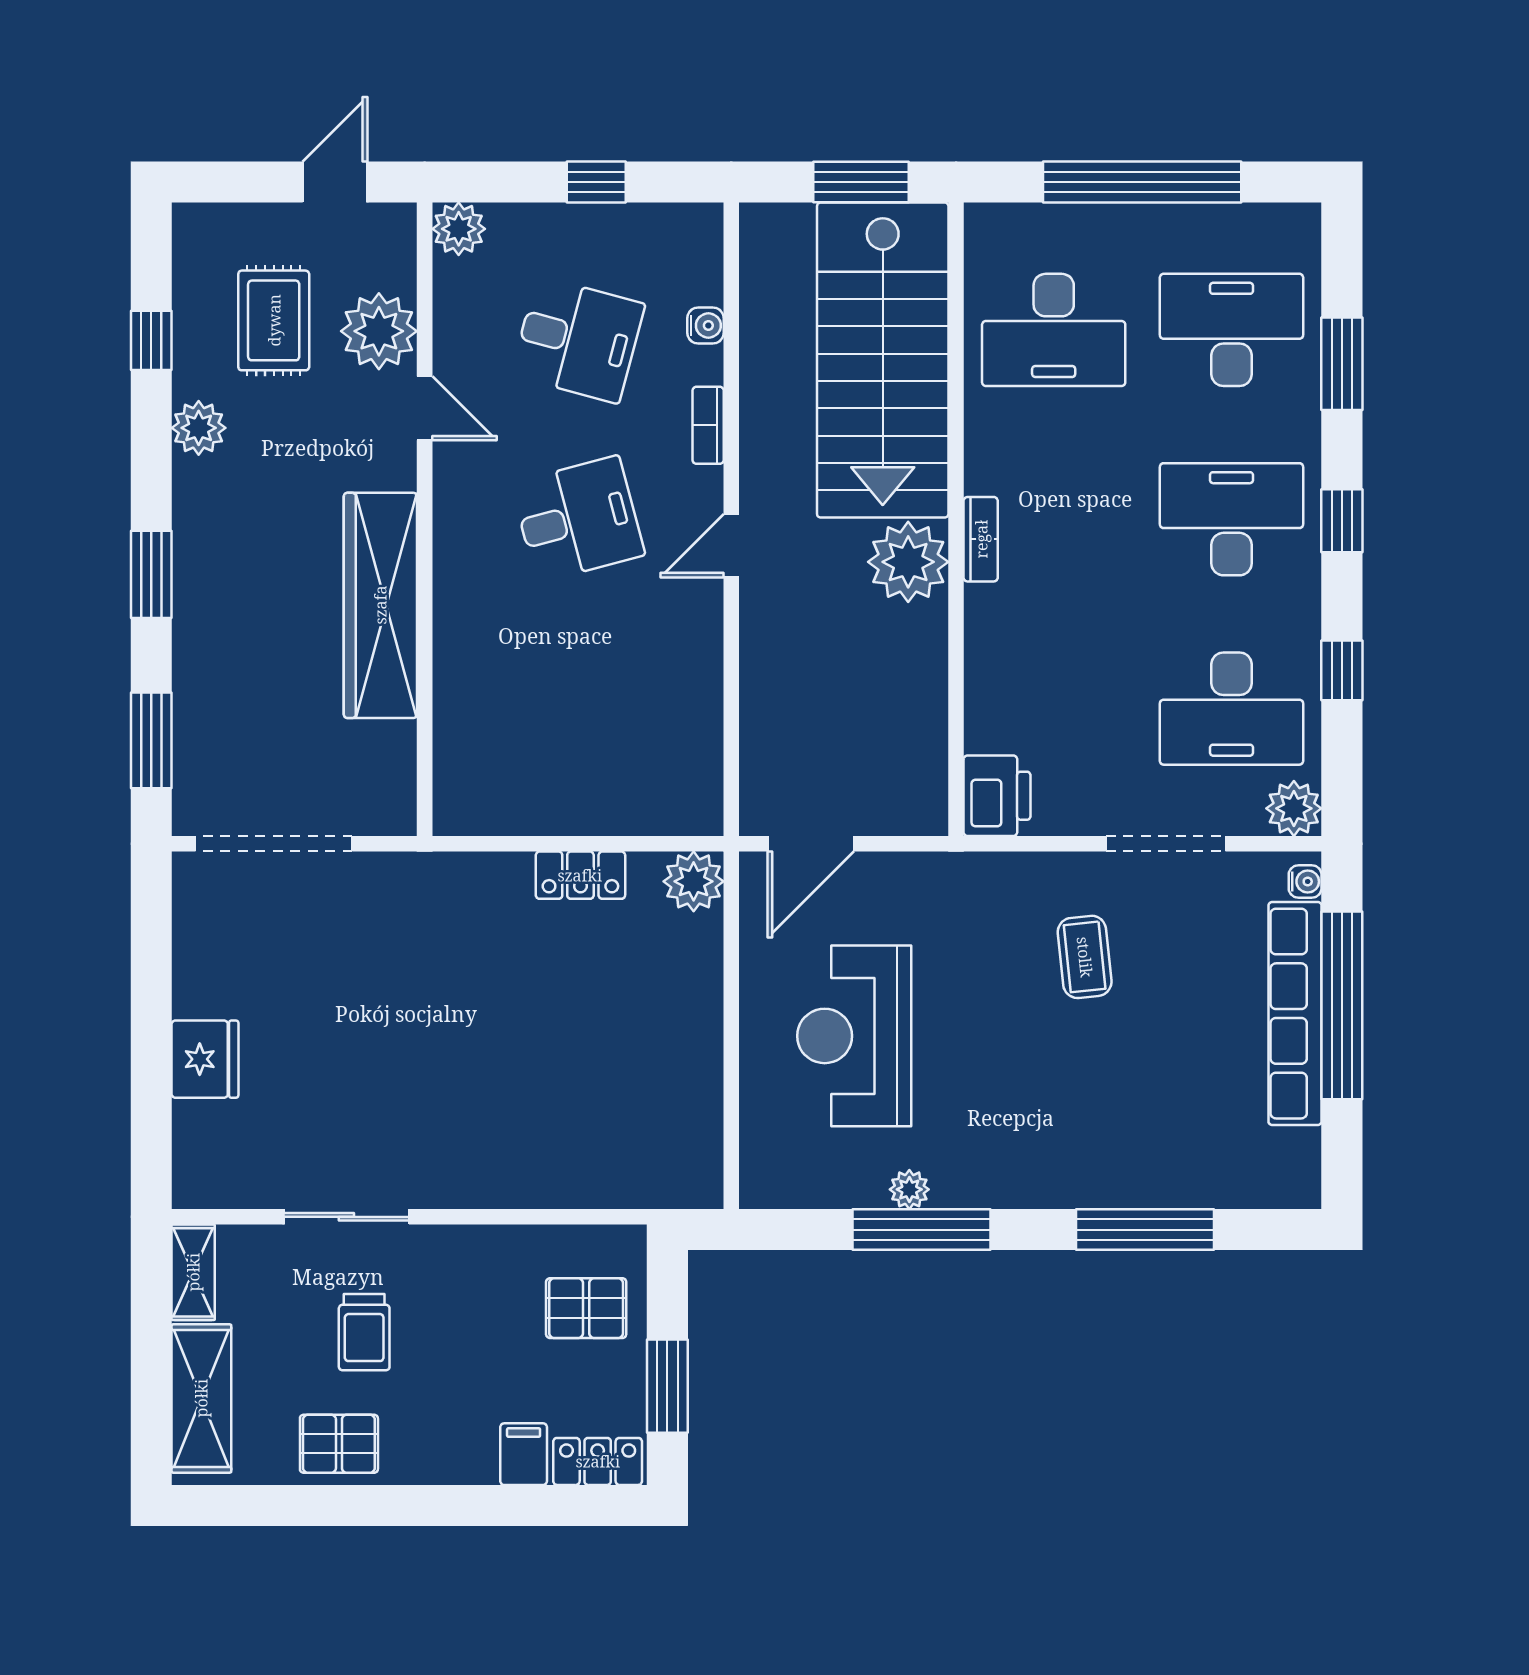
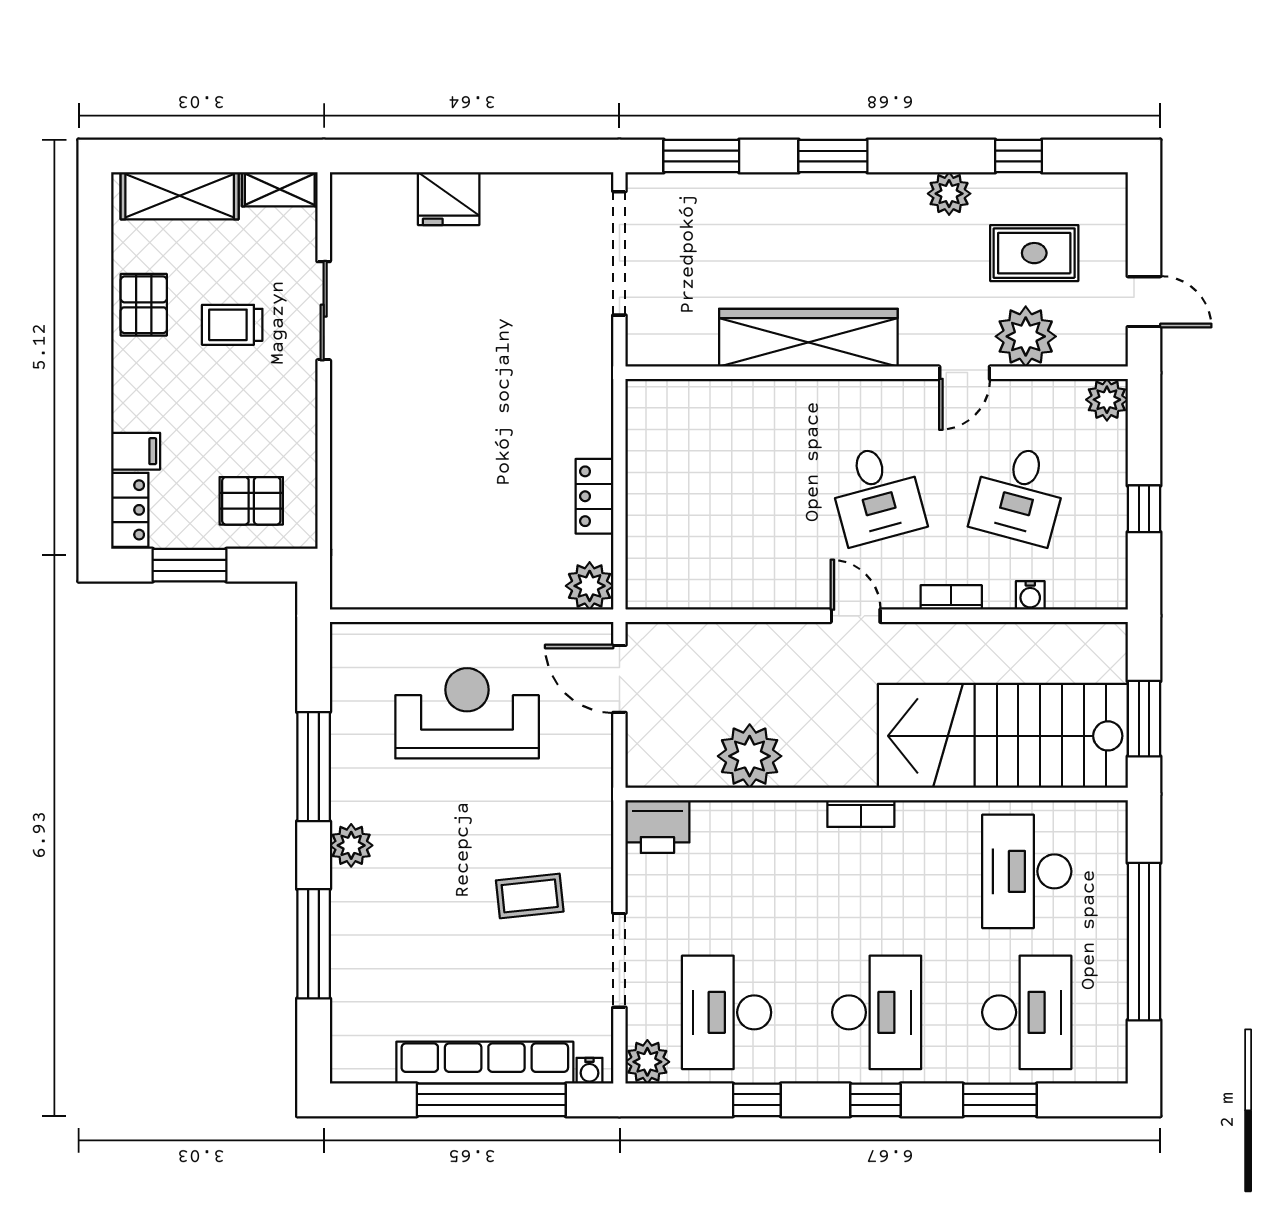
plant: (908, 562) -> (750, 756), moved
plant: (909, 1189) -> (351, 845), moved, width x1.38, depth x1.38
pallet: (586, 1308) -> (251, 501), turned 90

